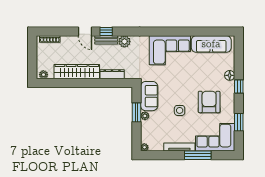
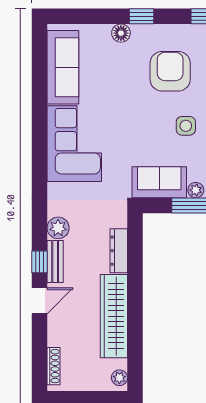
armchair: (209, 102) -> (170, 71), turned 90

